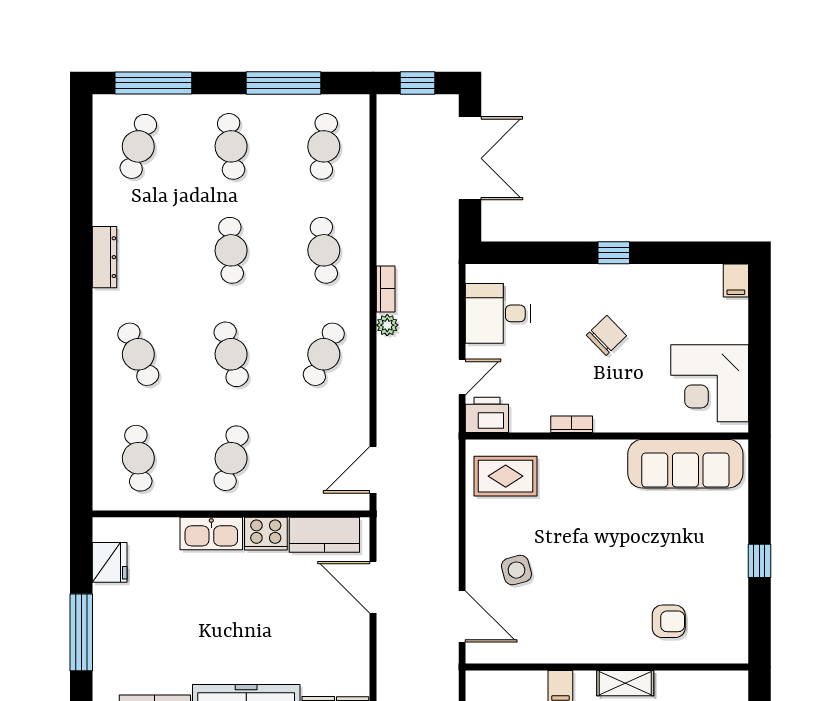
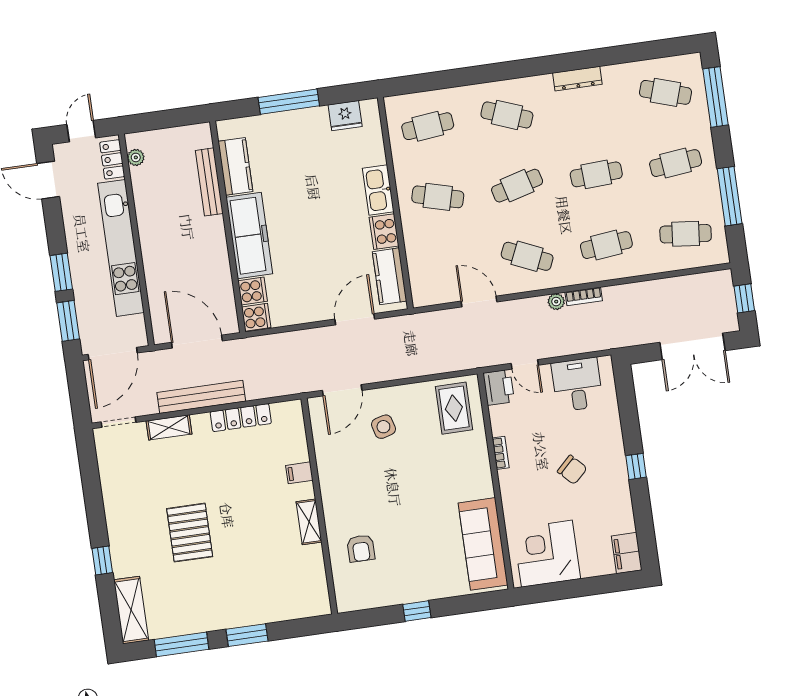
filing cabinet: (736, 281) -> (627, 553), width x2.00
cafe table: (138, 354) -> (507, 115), turned 45
door: (373, 470) -> (479, 302), moved

